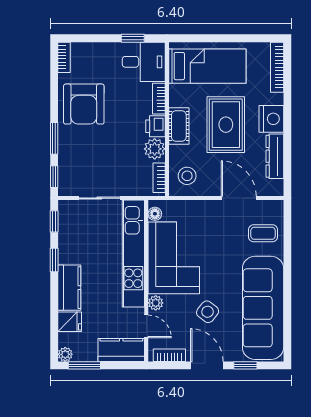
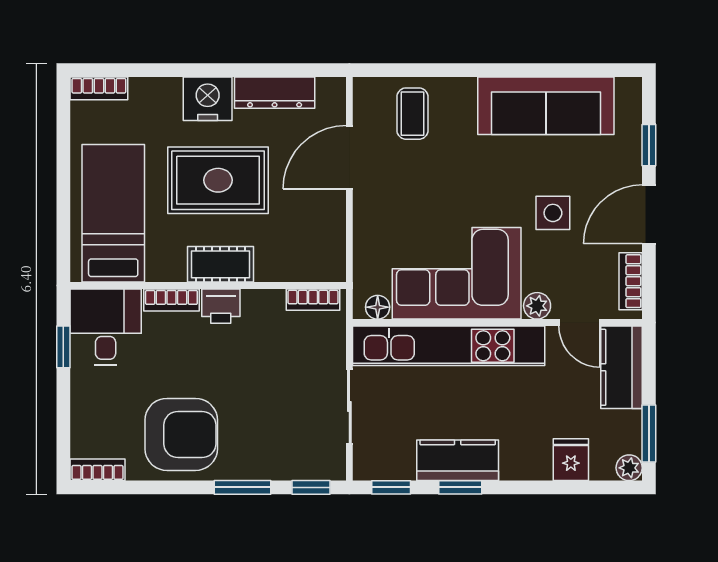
bookcase: (277, 67) -> (99, 88), width x0.64
plant: (155, 149) -> (261, 308), removed
stool: (187, 176) -> (310, 250), removed
kitchen counter: (69, 288) -> (458, 460), moved
sofa: (263, 308) -> (546, 106), width x0.74, depth x0.79
side table: (208, 312) -> (553, 213), turned -38
door: (146, 326) -> (579, 323), swing flipped

